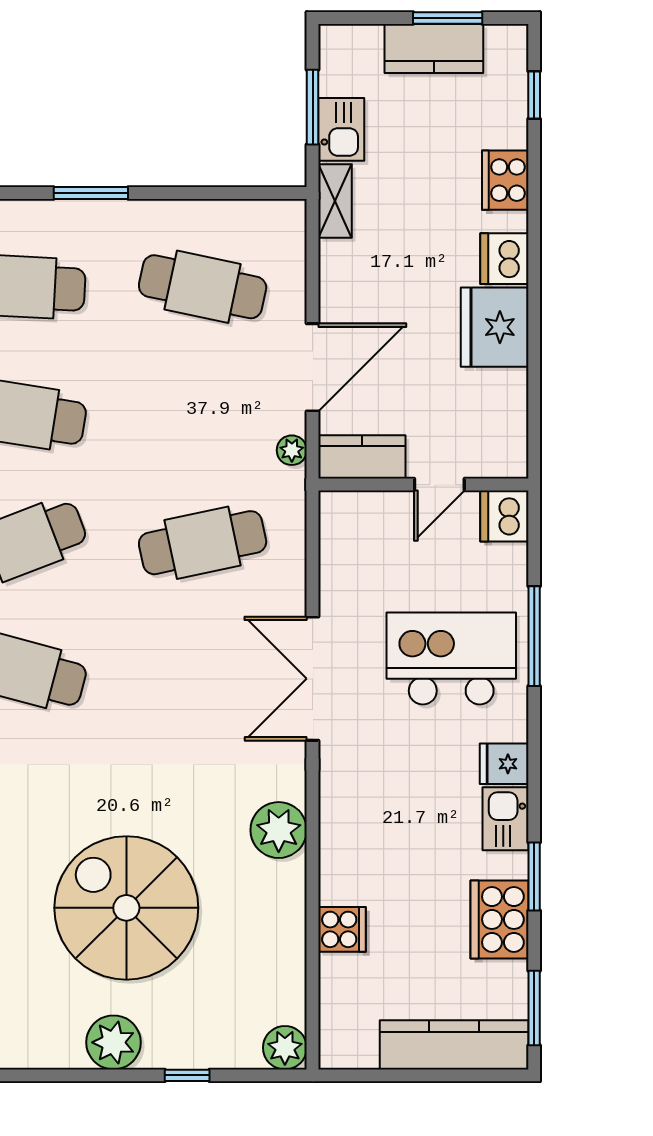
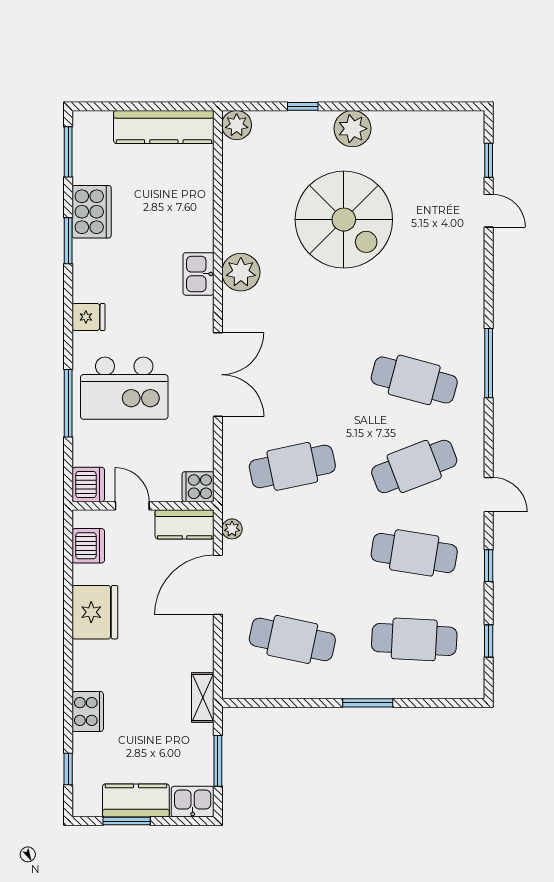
kitchen sink: (341, 129) -> (193, 802), moved, turned 90
dishwasher: (504, 259) -> (88, 546), moved
door: (439, 485) -> (132, 506), hinge flipped
kitchen sink: (505, 819) -> (199, 274), moved, turned 180
cooker: (342, 929) -> (198, 487), moved
kitchen counter: (454, 1045) -> (164, 127), moved

